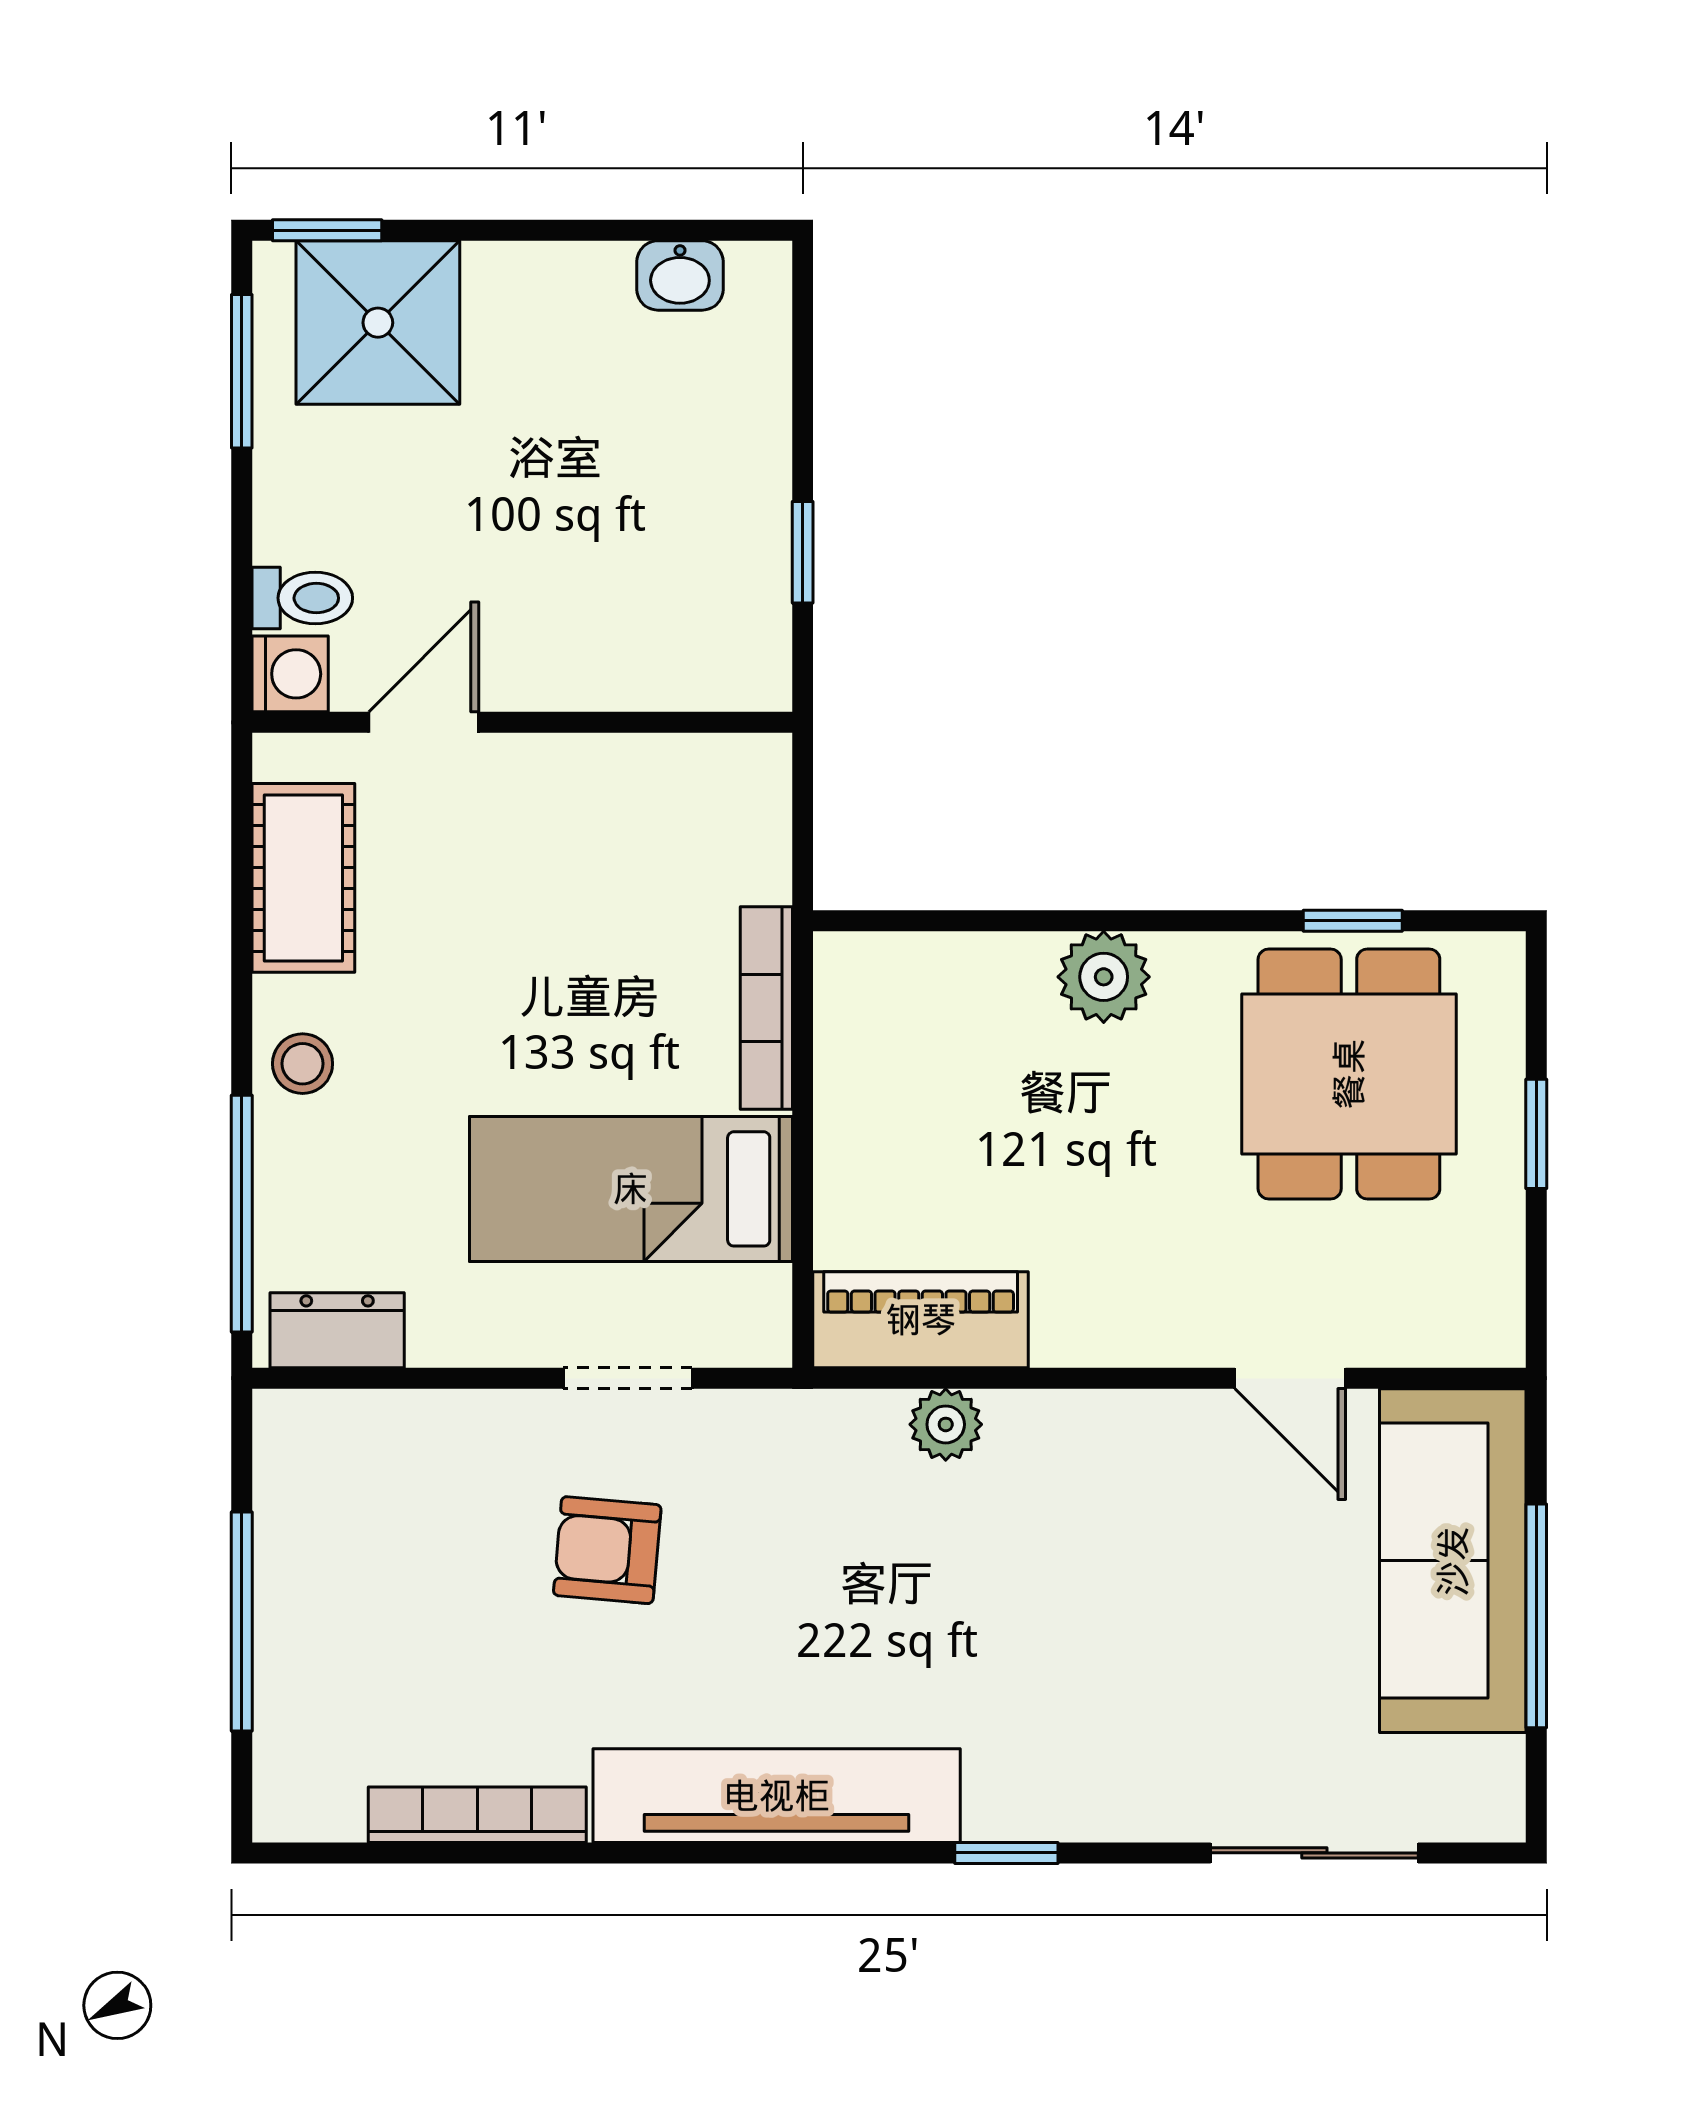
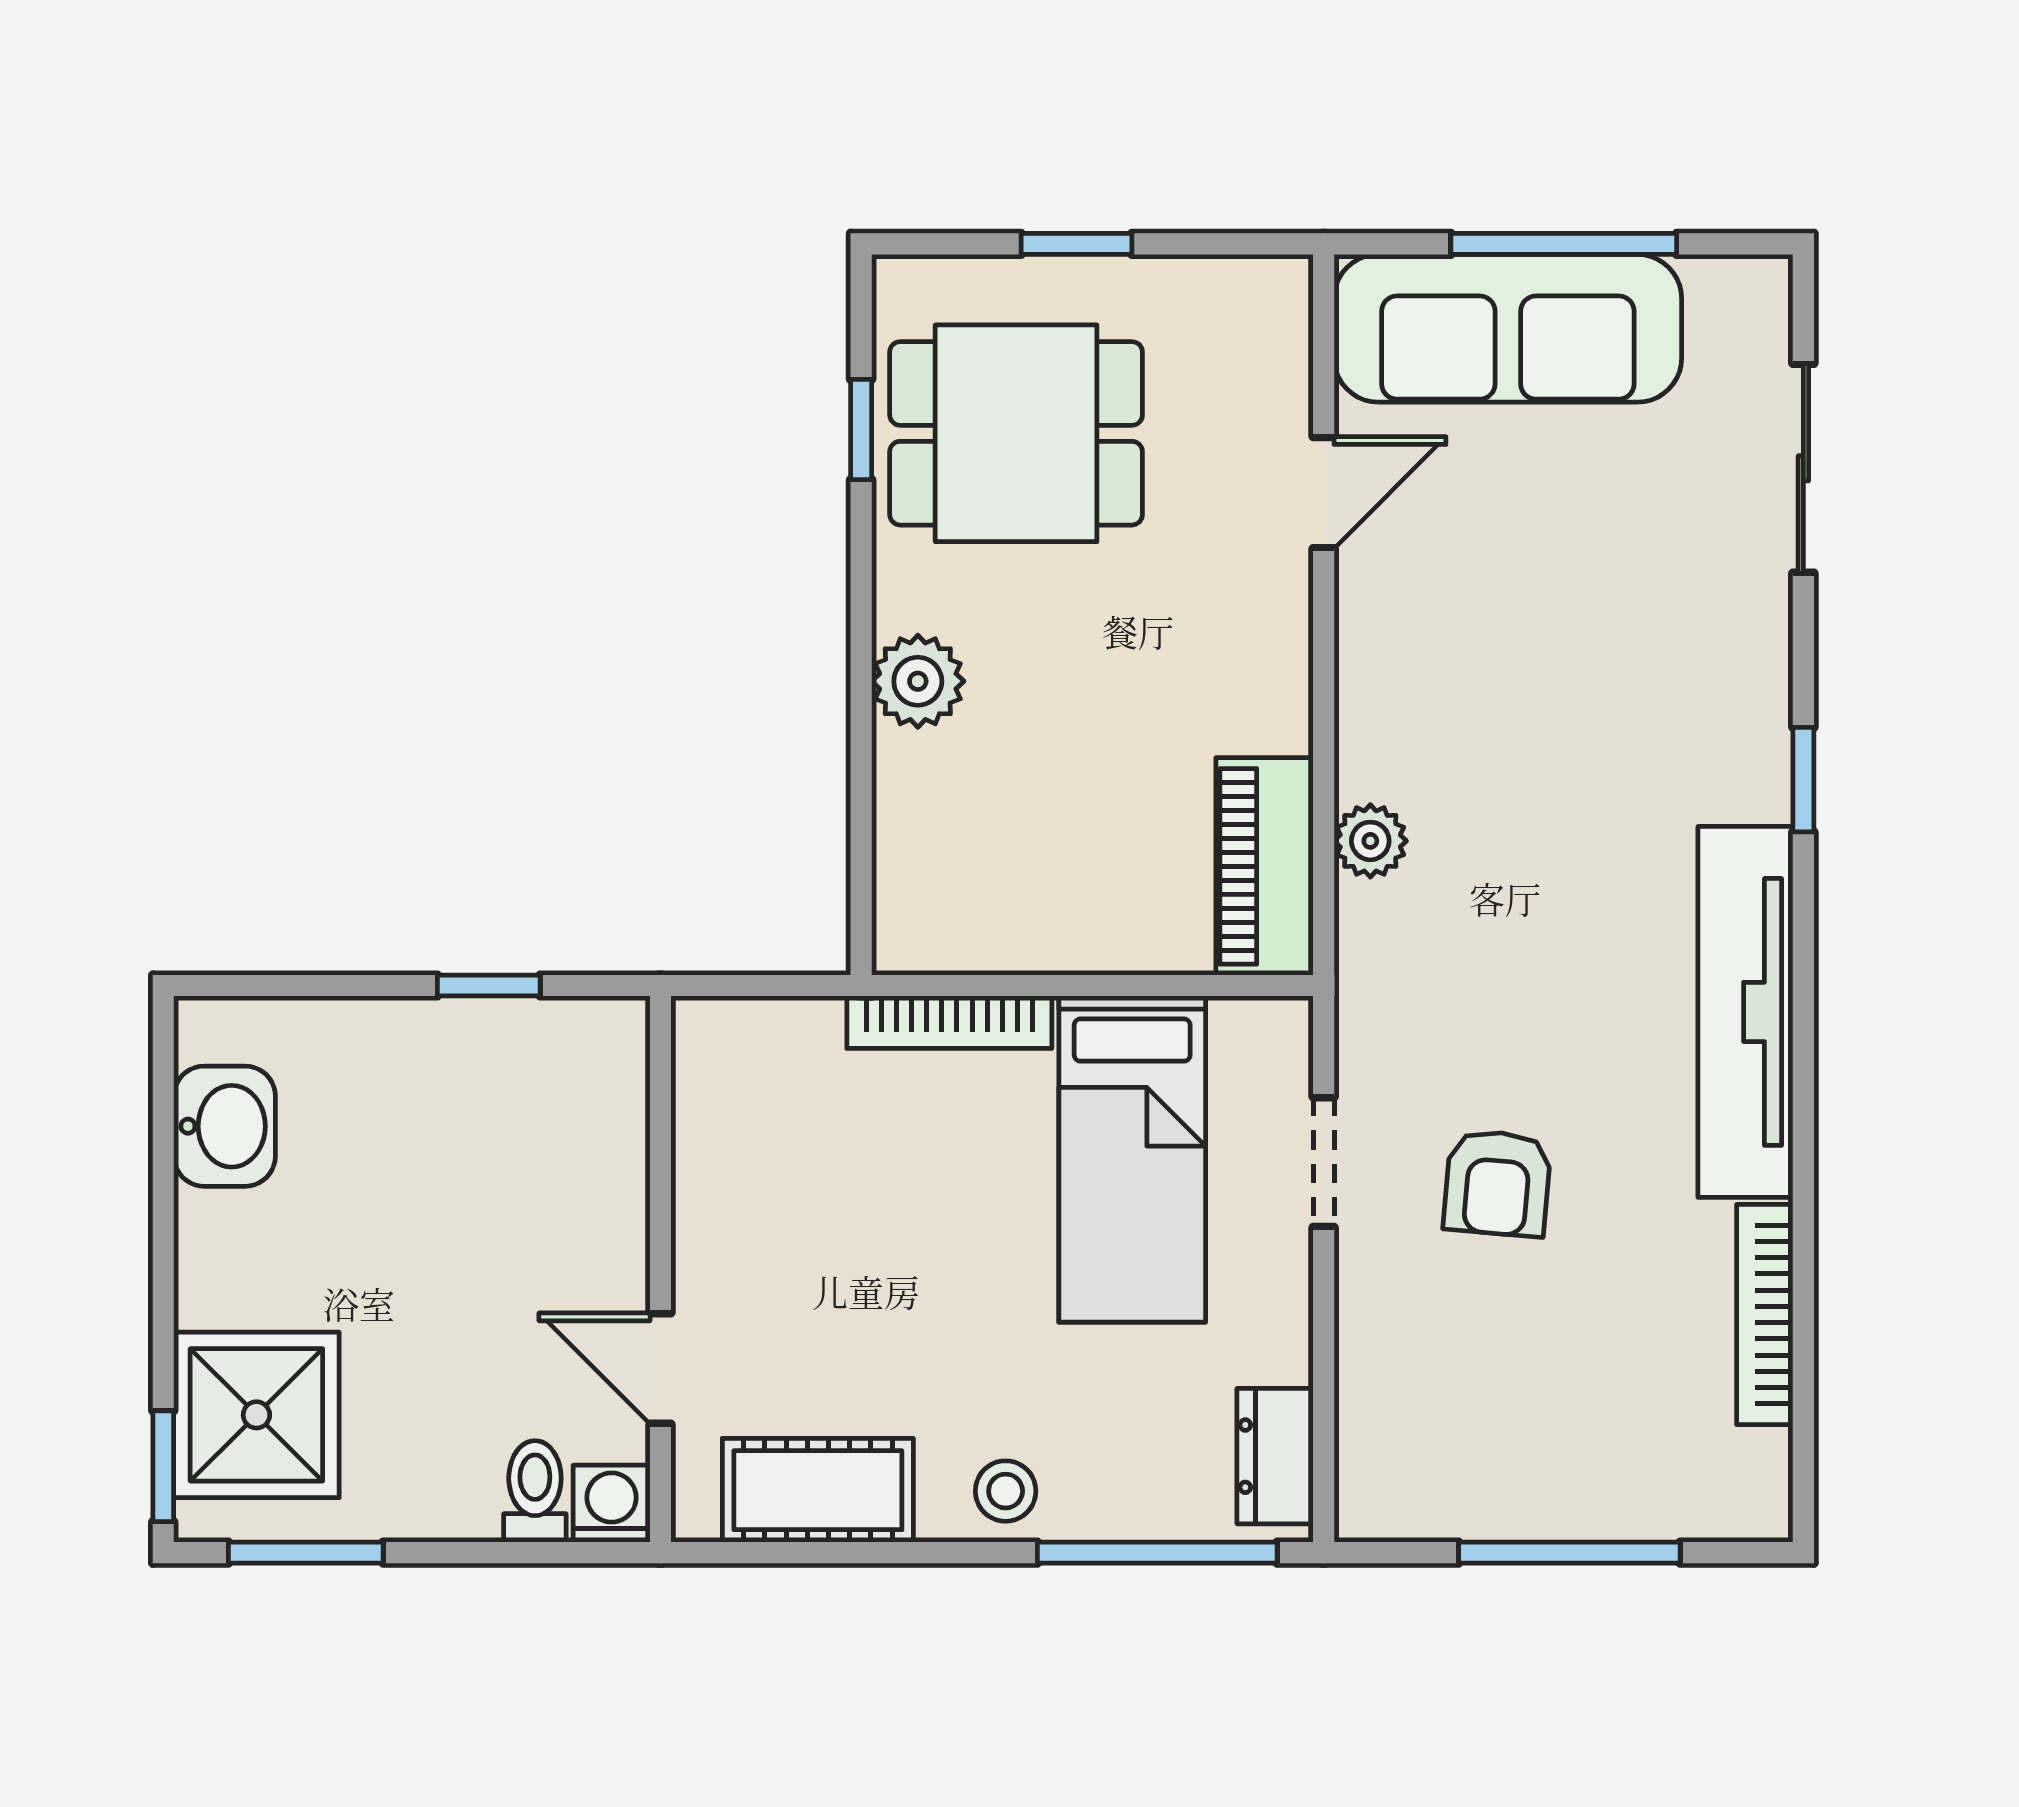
washbasin: (680, 275) -> (225, 1126), width x1.38, depth x1.45

